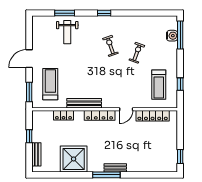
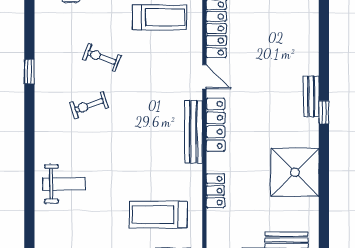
window: (65, 13) -> (29, 188), removed
window: (104, 13) -> (29, 72), moved
bench: (84, 103) -> (194, 132), moved
window: (106, 175) -> (324, 112), width x0.46

